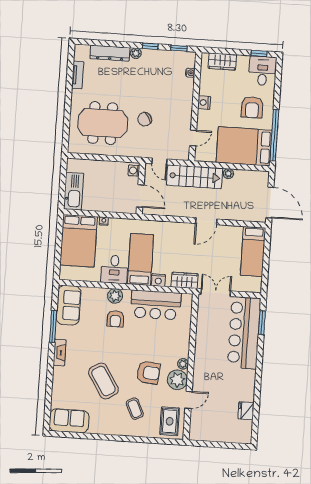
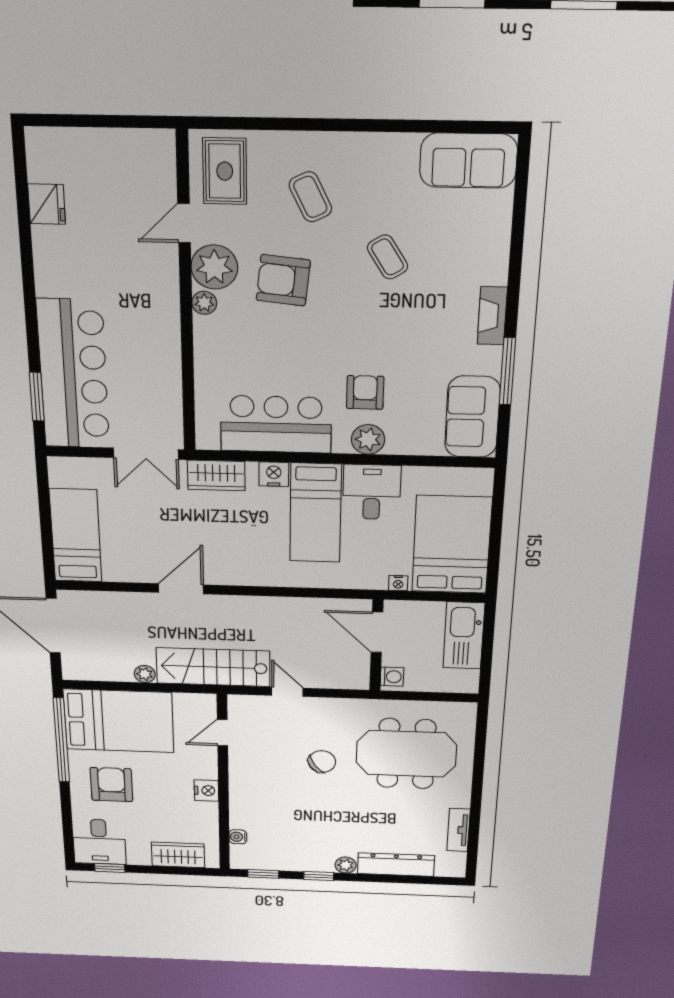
washing machine: (134, 171) -> (392, 677), moved
wall: (141, 189) -> (376, 645), moved
door: (140, 196) -> (377, 632), moved
coffee table: (103, 381) -> (388, 257), width x0.54, depth x0.58

